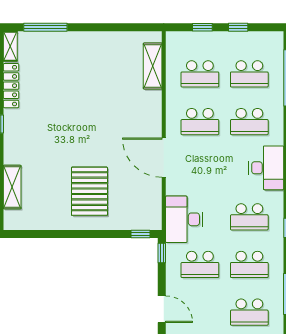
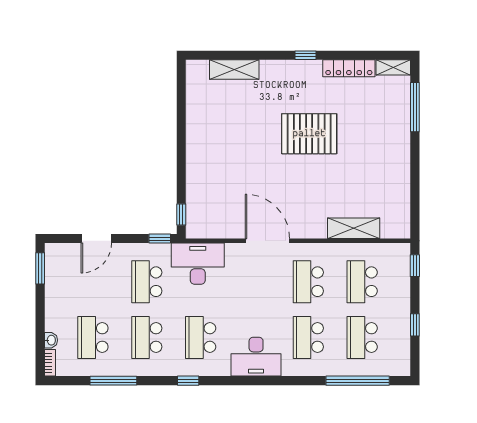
window: (202, 27) -> (415, 266), moved
shelving: (153, 66) -> (354, 228), moved
door: (164, 158) -> (267, 241), hinge flipped
pallet: (89, 191) -> (309, 134), moved

